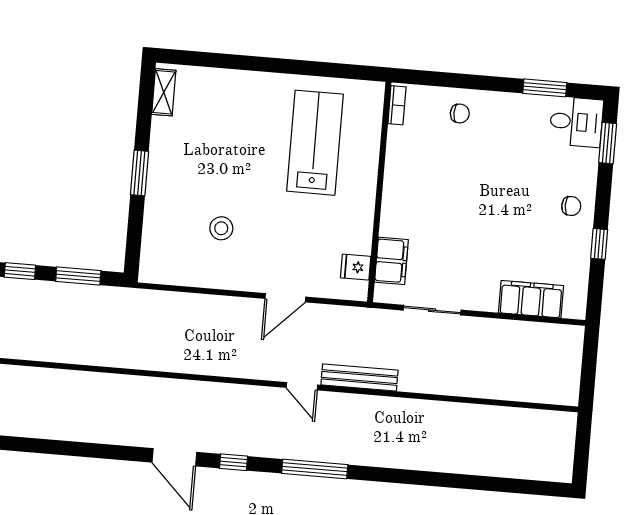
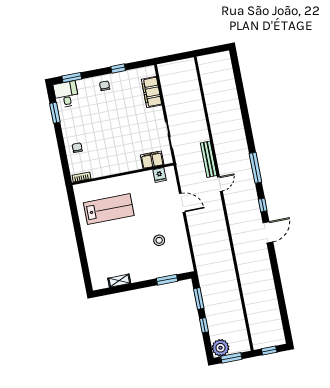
shelving: (164, 92) -> (119, 281), moved
lab bench: (315, 143) -> (109, 209), turned 180
window: (139, 173) -> (167, 280), moved

